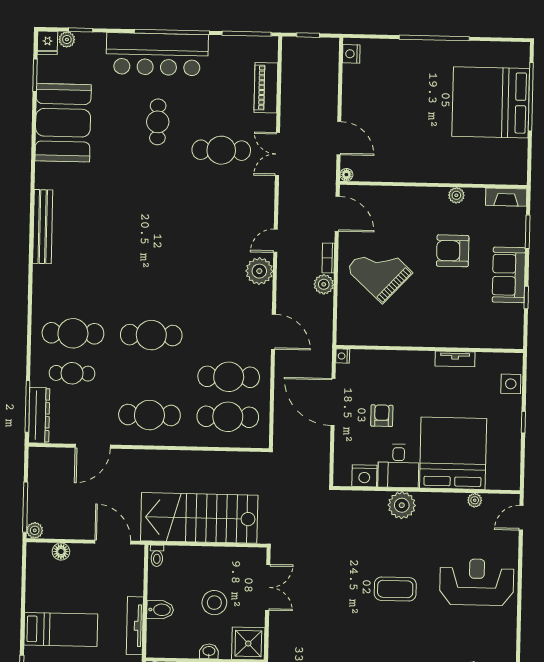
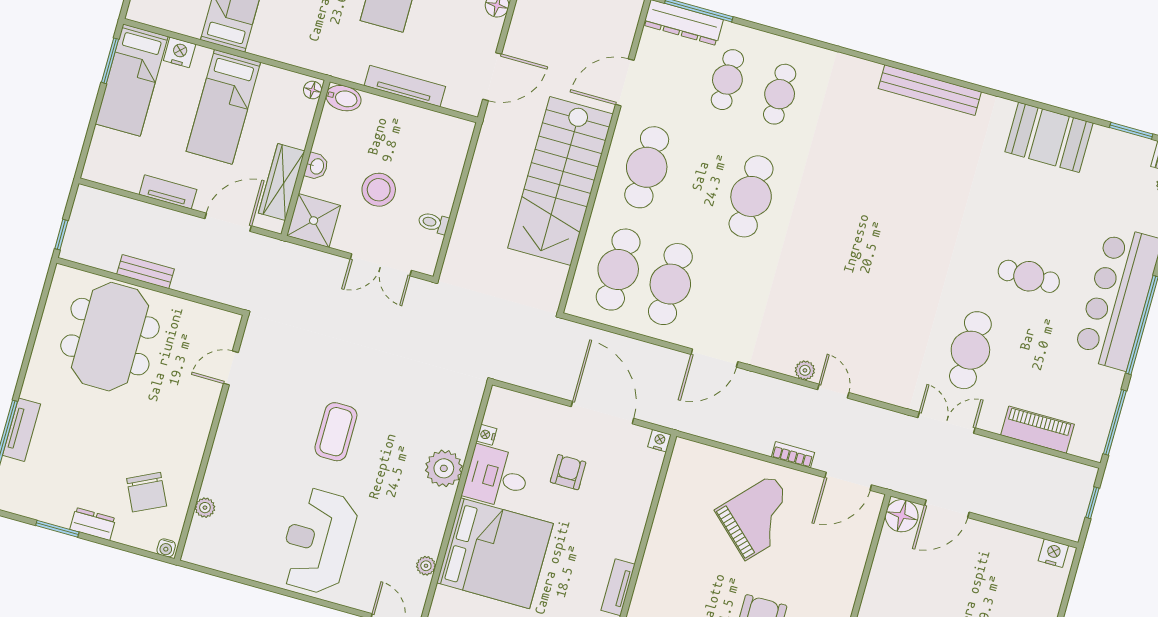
booth: (63, 123) -> (1049, 137), width x0.73, depth x0.70
floor lamp: (346, 175) -> (902, 516), width x1.89, depth x1.89
plant: (259, 271) -> (805, 370), width x0.53, depth x0.53
plant: (324, 284) -> (760, 440), removed
cafe table: (73, 333) -> (780, 94), width x0.73, depth x0.74
door: (333, 402) -> (602, 413), hinge flipped
armchair: (382, 416) -> (568, 472), turned -90
door: (93, 446) -> (625, 82), hinge flipped
nightstand: (364, 476) -> (487, 435), width x0.53, depth x0.56
stairs: (199, 518) -> (560, 181), moved, turned 180
toilet: (157, 556) -> (433, 223), moved
reception desk: (477, 582) -> (318, 541), turned 180
bidet: (160, 610) -> (344, 98), moved, turned -90
tv unit: (135, 626) -> (405, 86), moved

